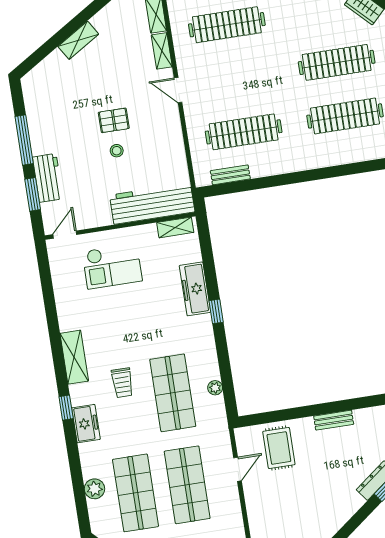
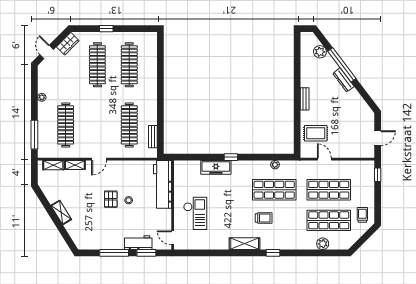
shelving: (175, 227) -> (178, 173), removed
freezer: (86, 424) -> (284, 243), removed

